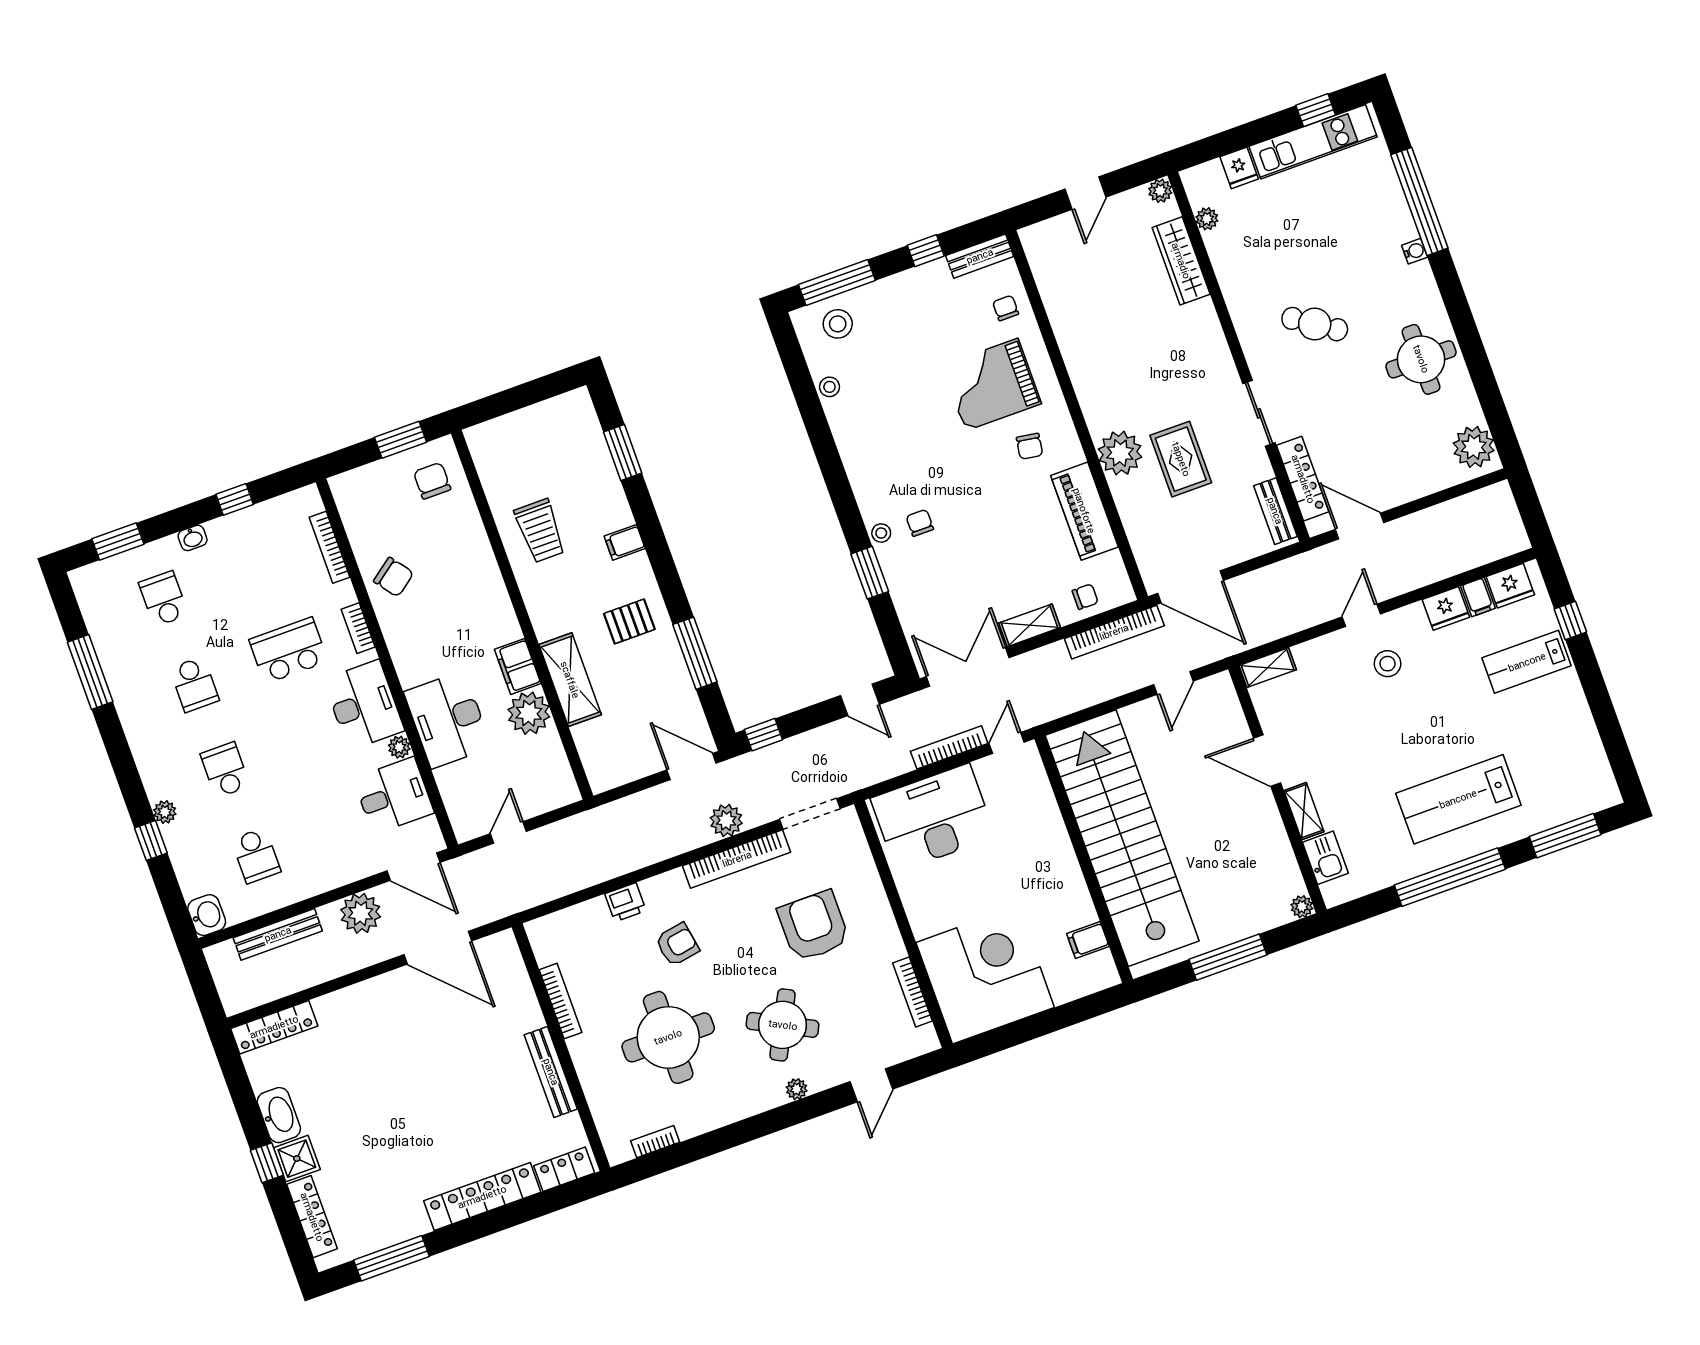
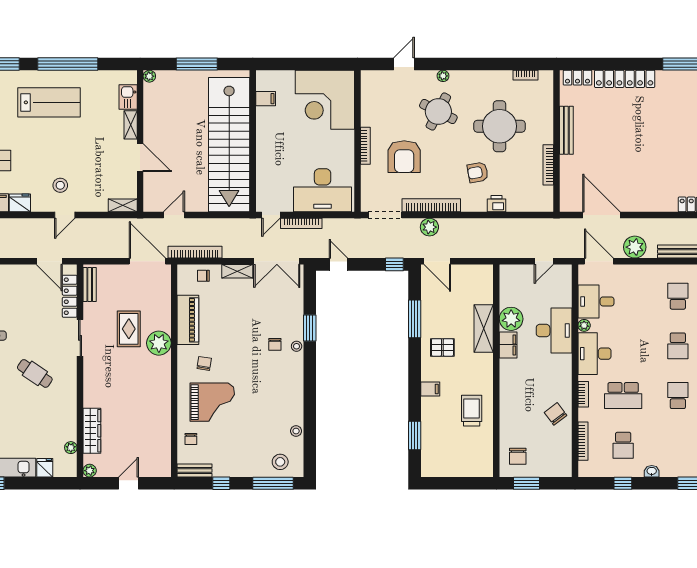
school desk: (164, 599) -> (623, 445), moved
bookcase: (912, 992) -> (365, 146), moved

